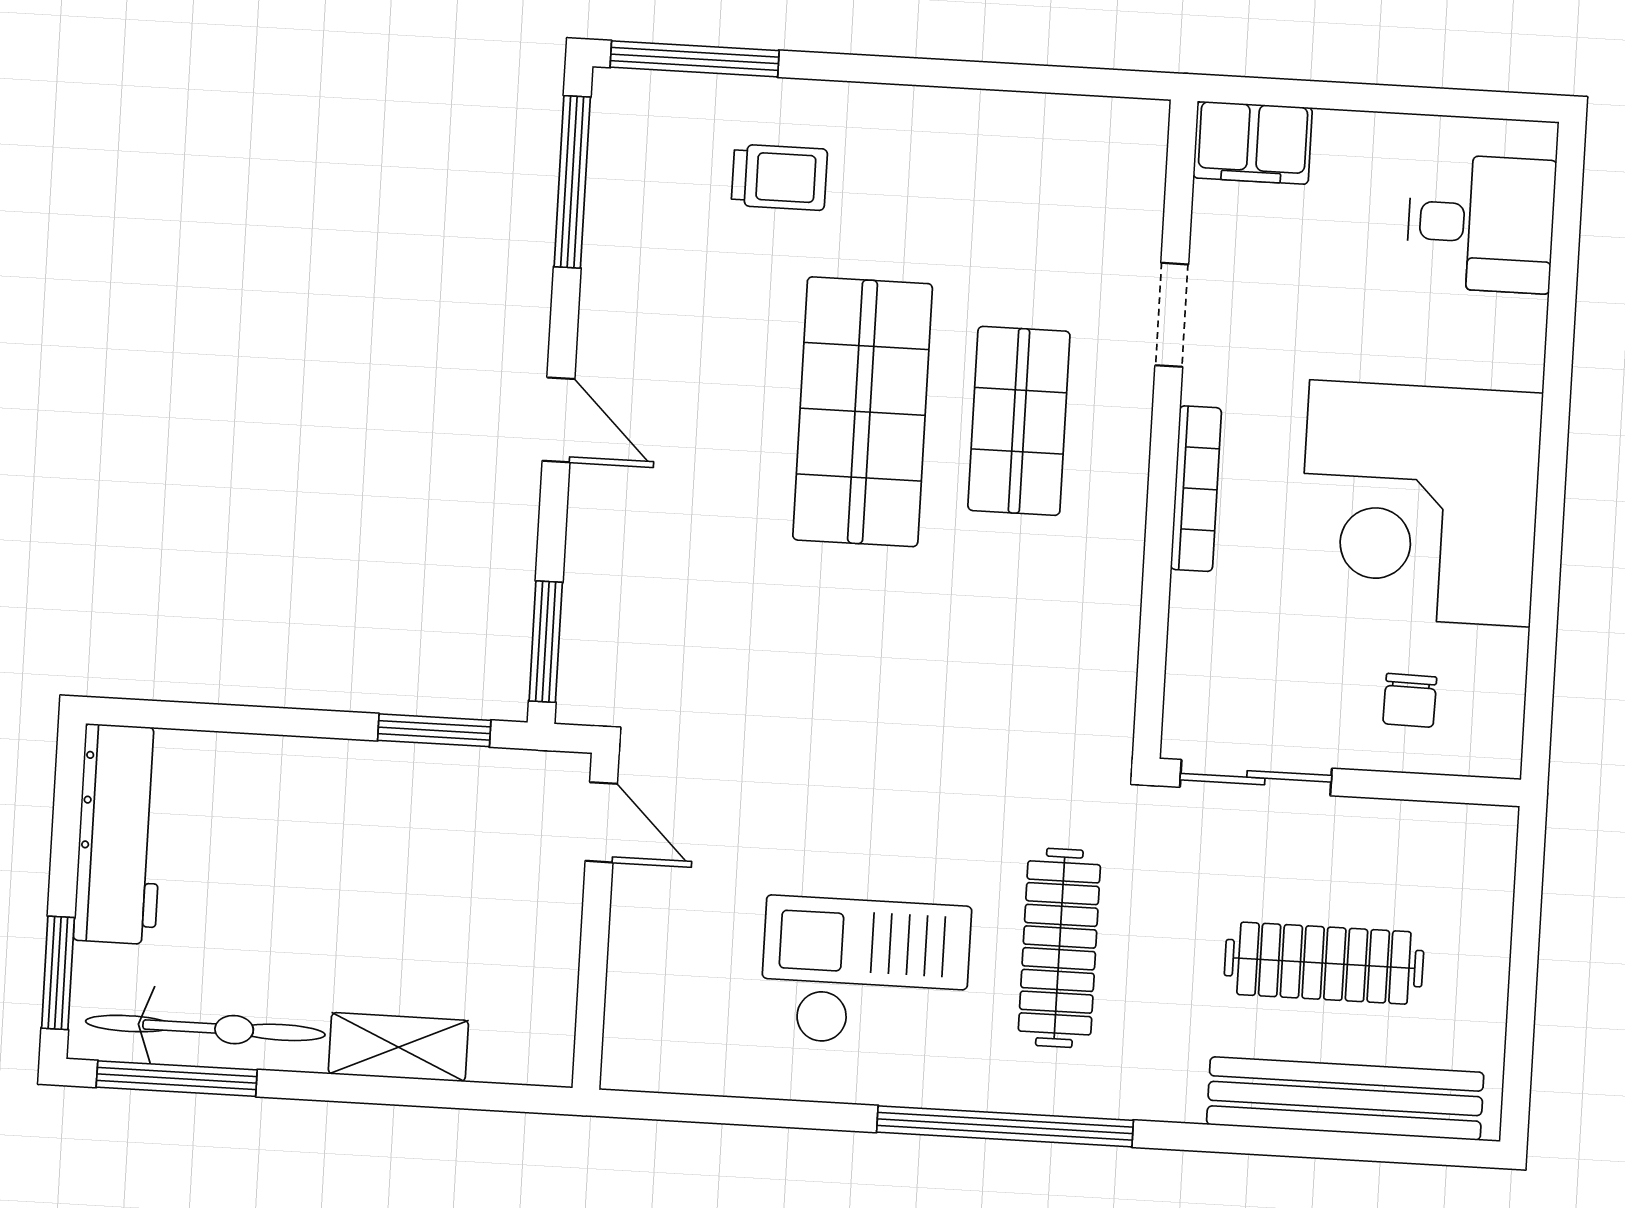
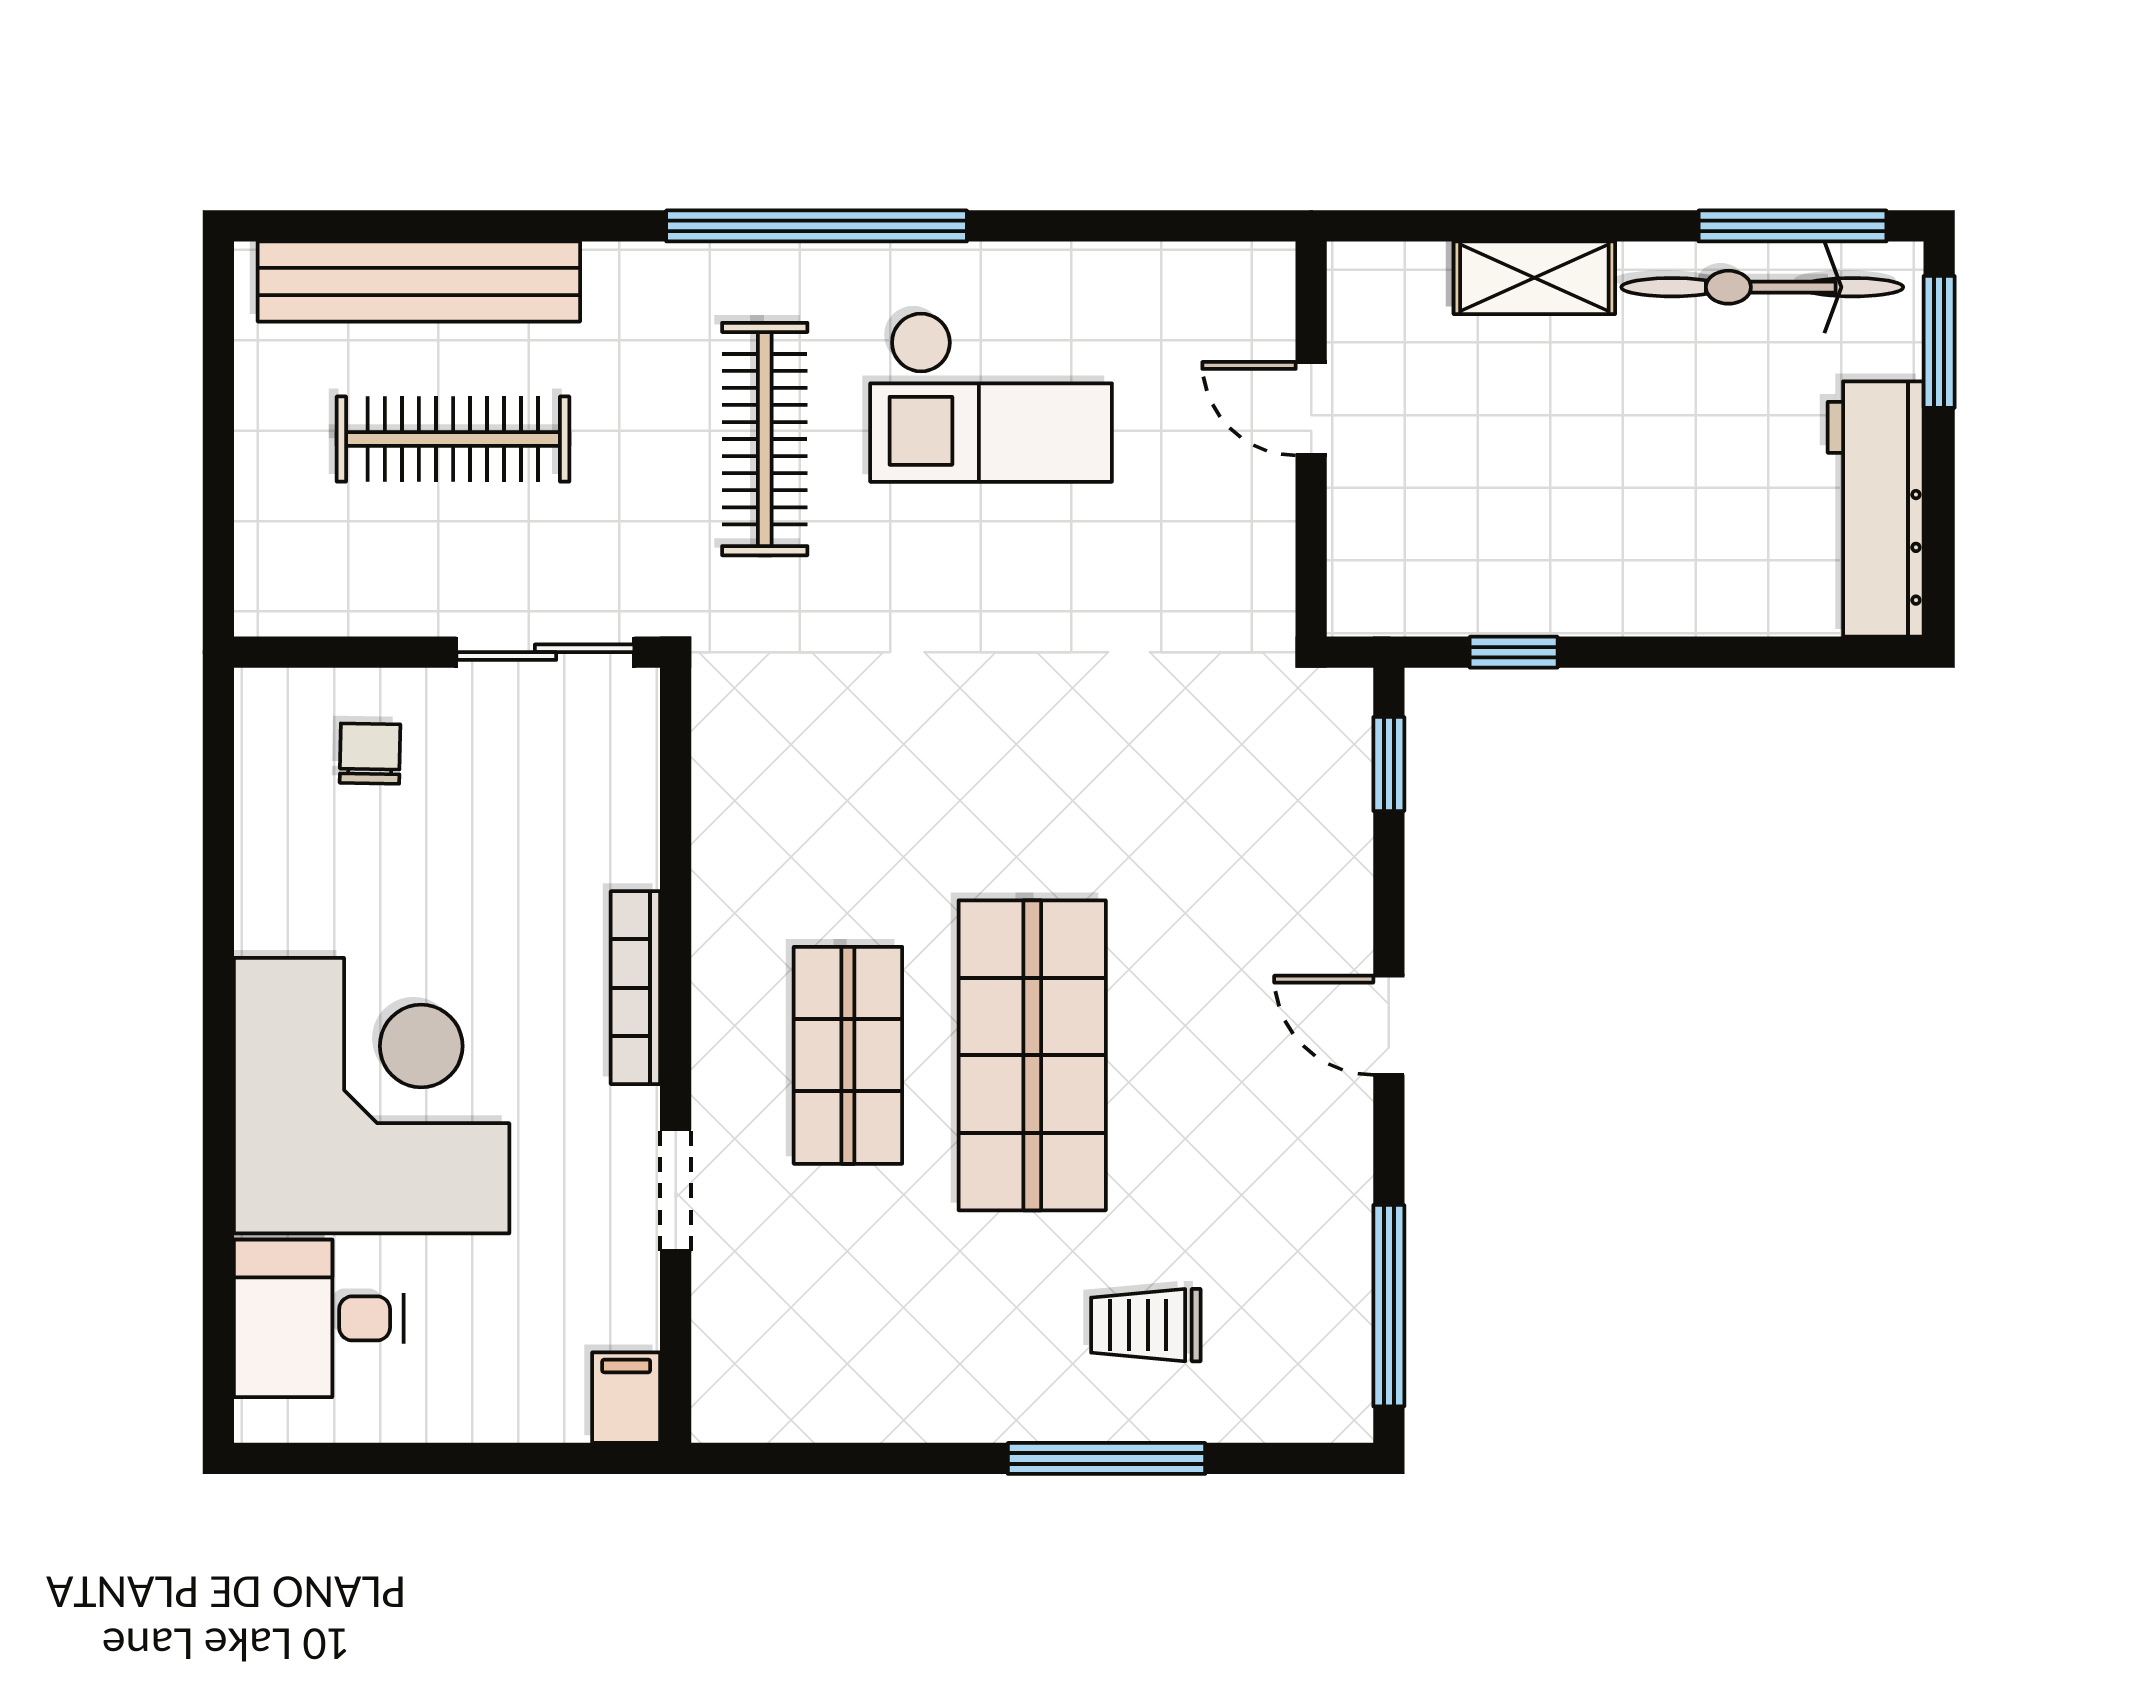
window: (695, 59) -> (1107, 1458), moved
filing cabinet: (1253, 143) -> (626, 1398), width x0.50
corner desk: (1420, 503) -> (372, 1096), moved
window: (546, 642) -> (1389, 764), width x0.67
window: (434, 730) -> (1514, 652), width x0.67
door: (601, 822) -> (1311, 409), moved

